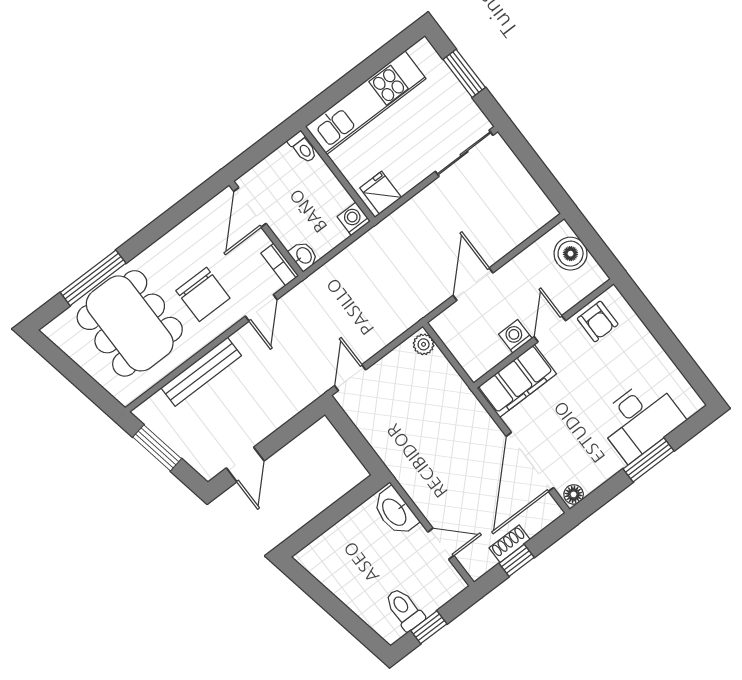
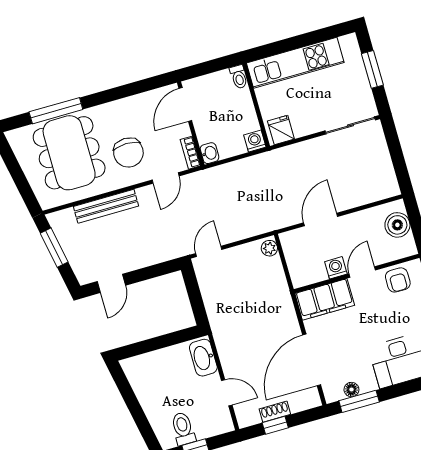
window: (649, 460) -> (359, 401), moved
floor lamp: (574, 494) -> (351, 390), moved

